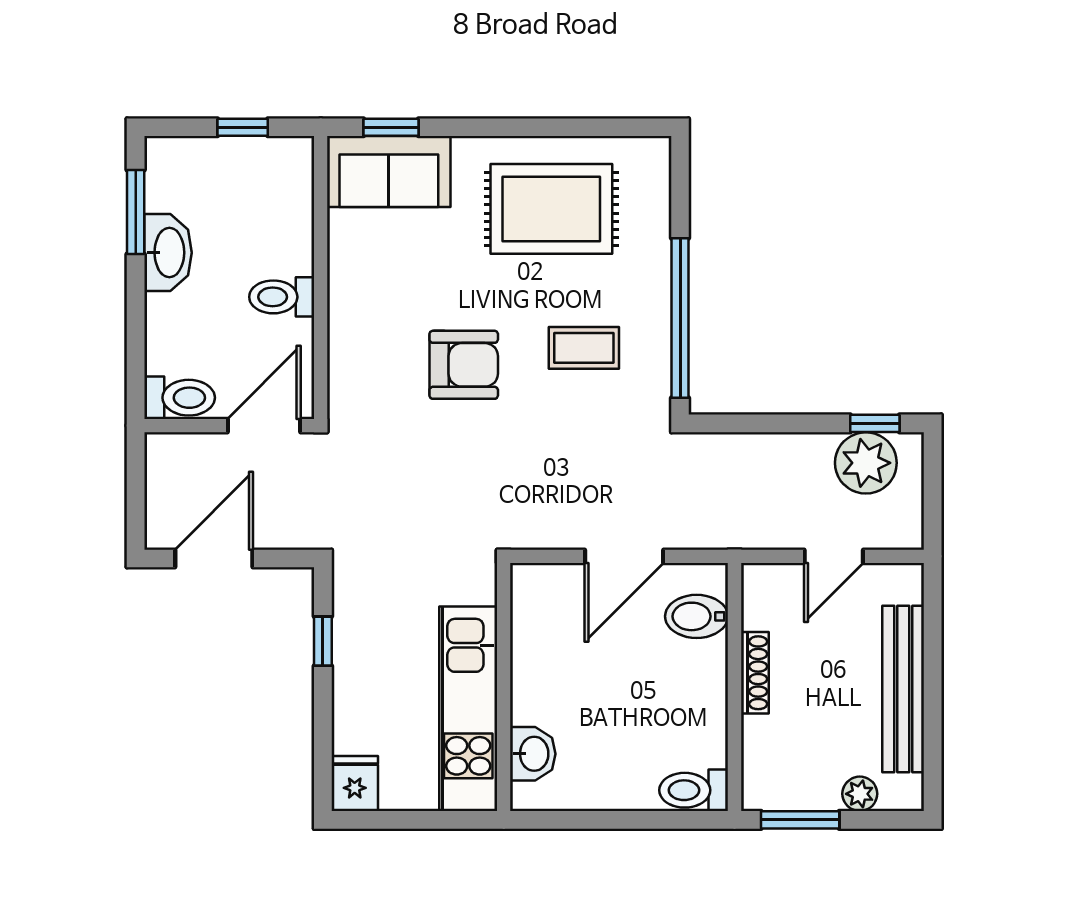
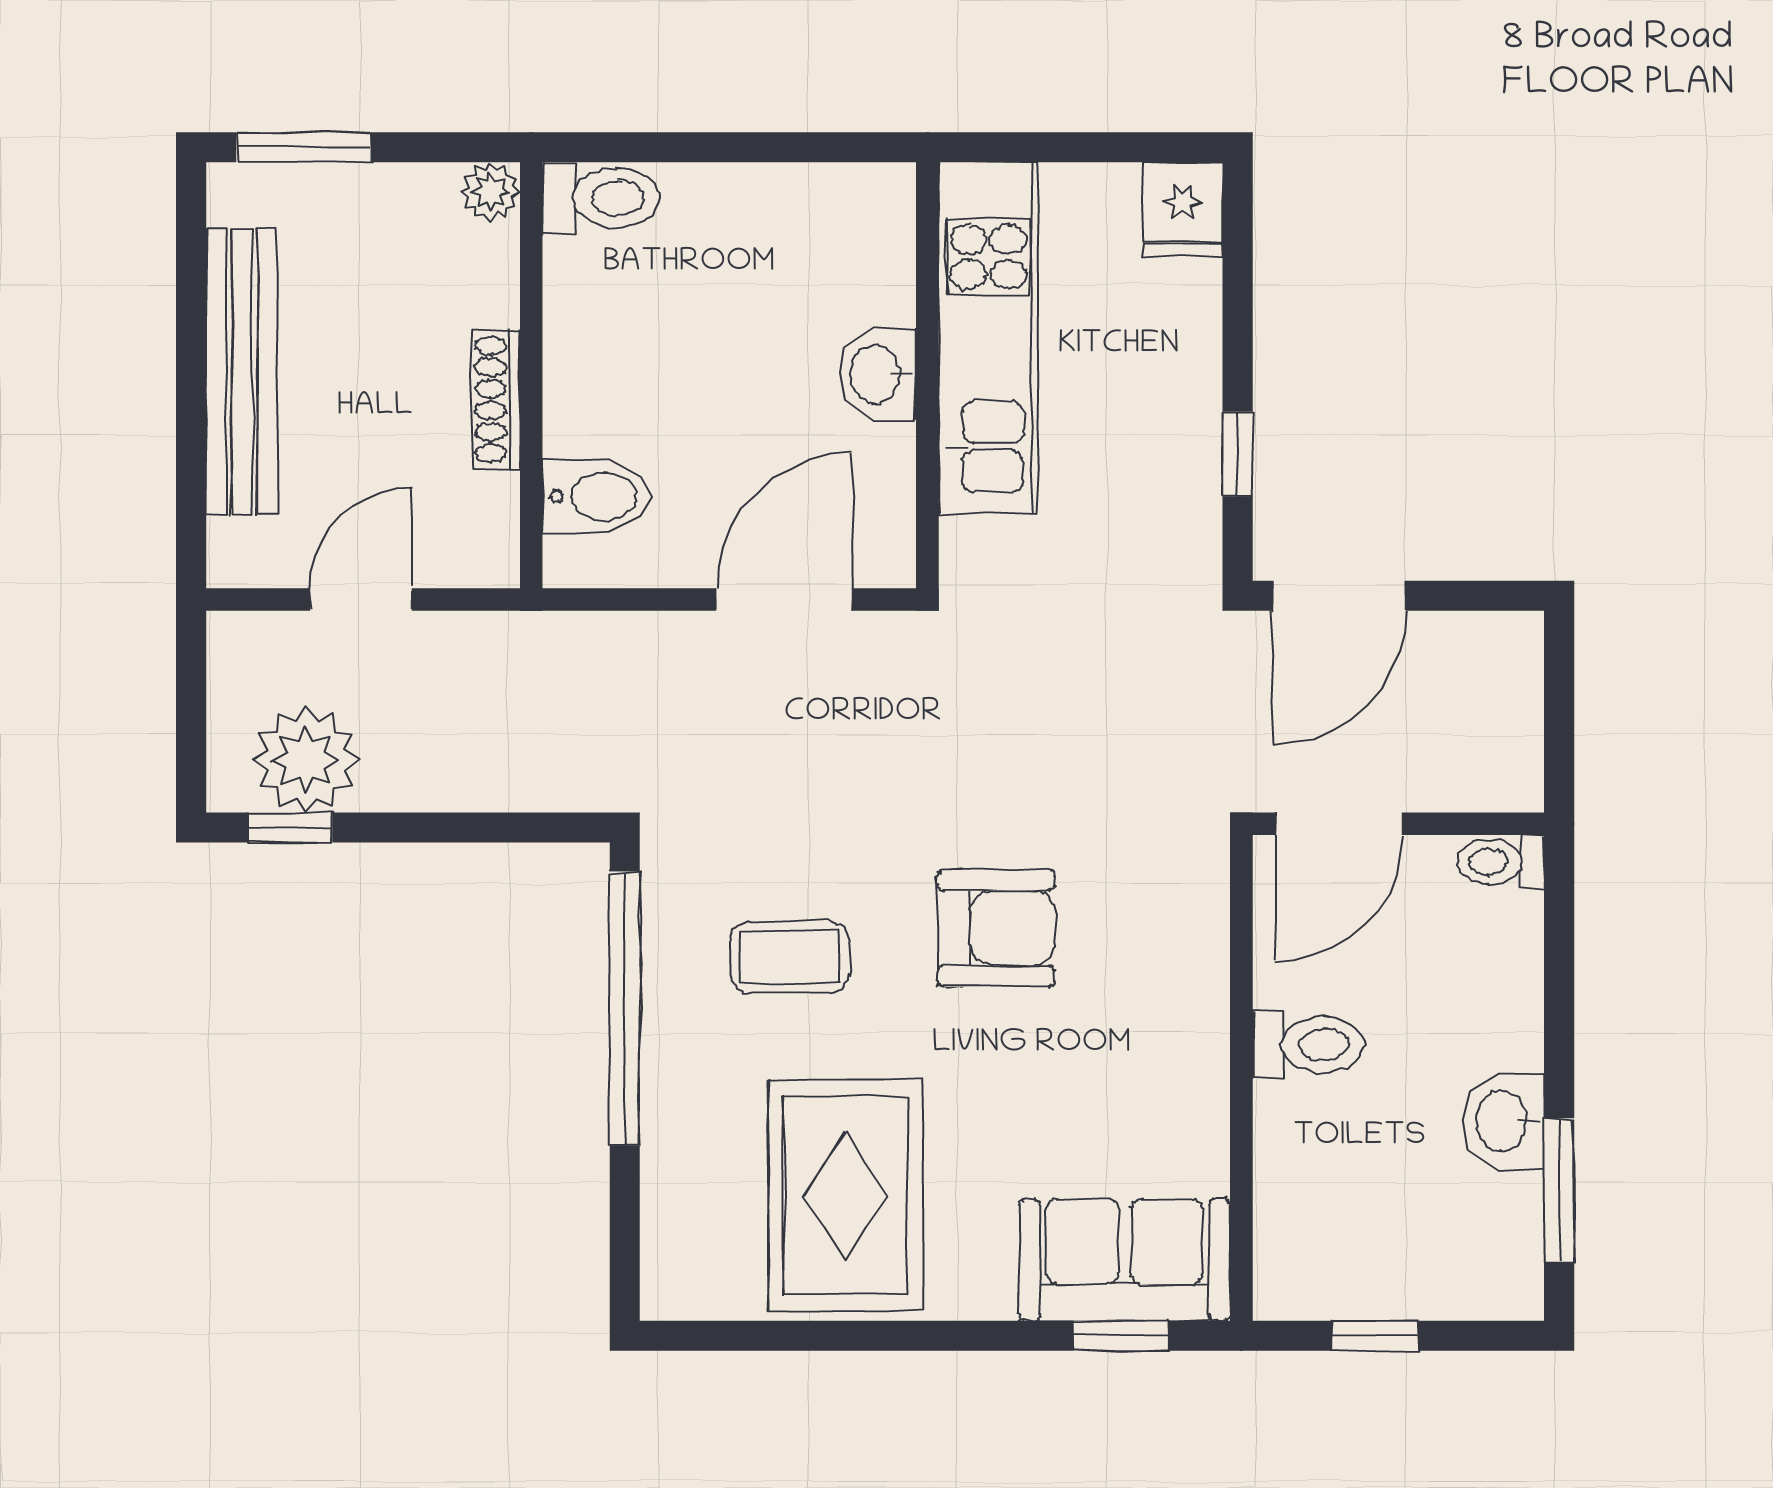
rug: (551, 209) -> (846, 1196), turned 90
washbasin: (168, 253) -> (1504, 1121), width x0.72
armchair: (464, 365) -> (996, 928), turned 180
toilet: (180, 398) -> (1500, 862), width x0.73, depth x0.72
door: (624, 556) -> (784, 599), moved
door: (214, 558) -> (1339, 596), moved
washbasin: (533, 754) -> (877, 374), moved
plant: (860, 794) -> (490, 192), moved
window: (800, 820) -> (303, 147), moved

